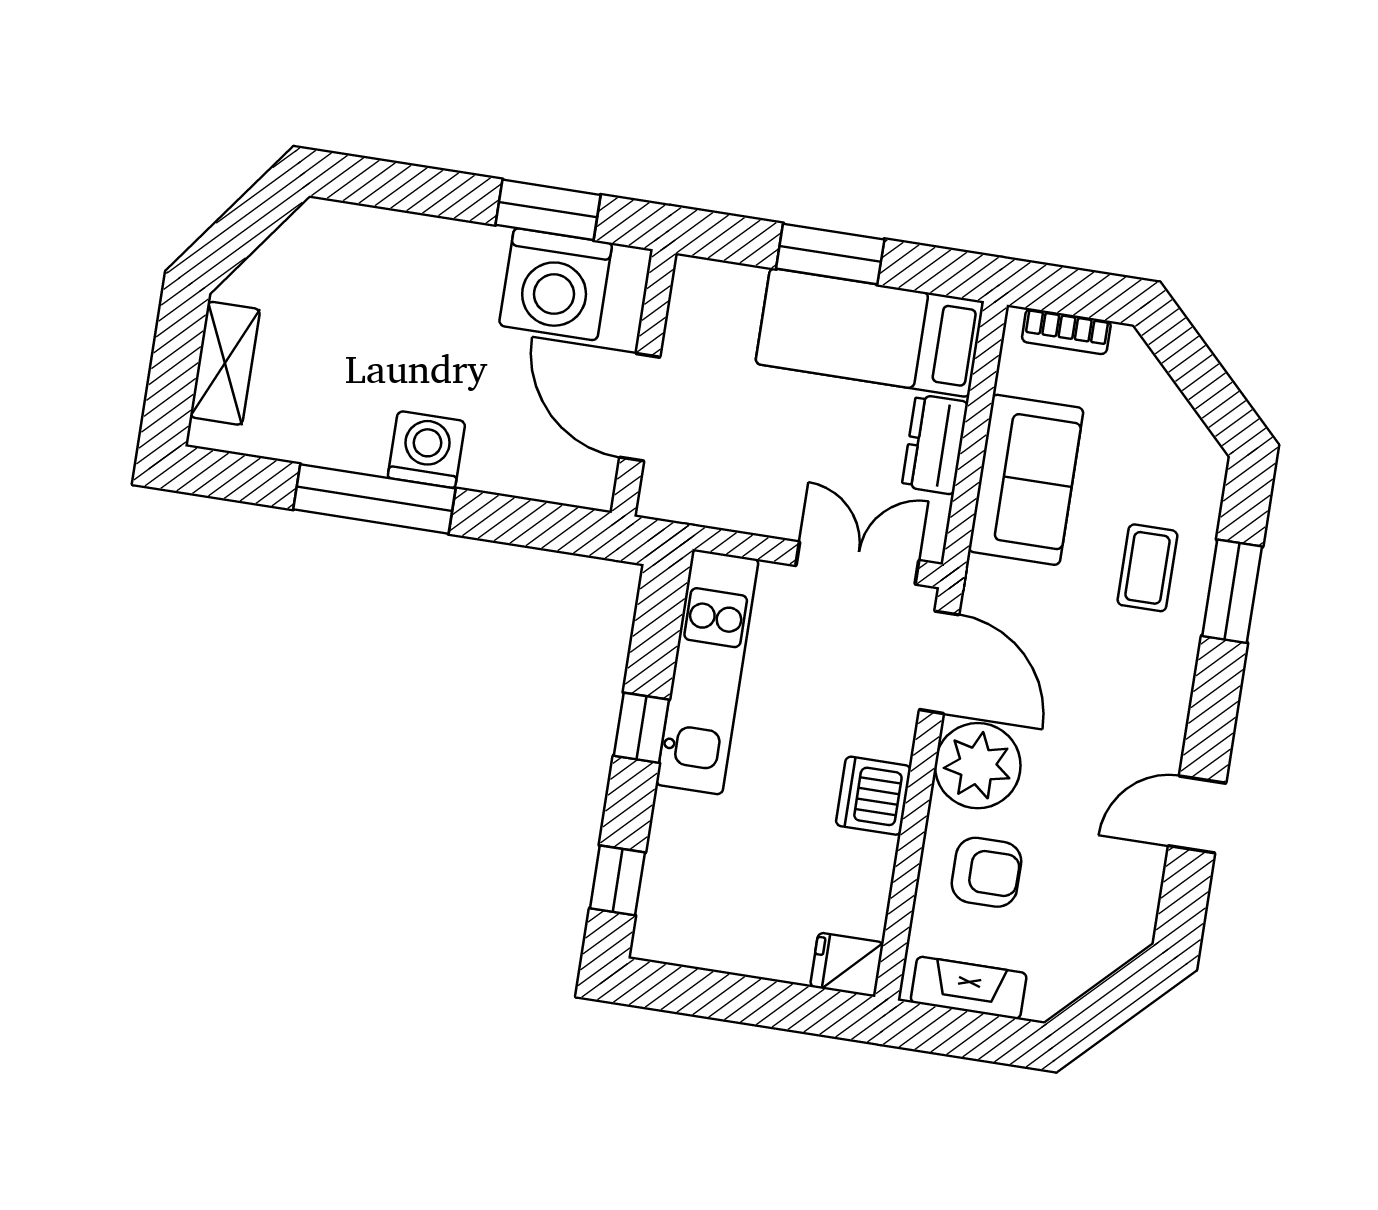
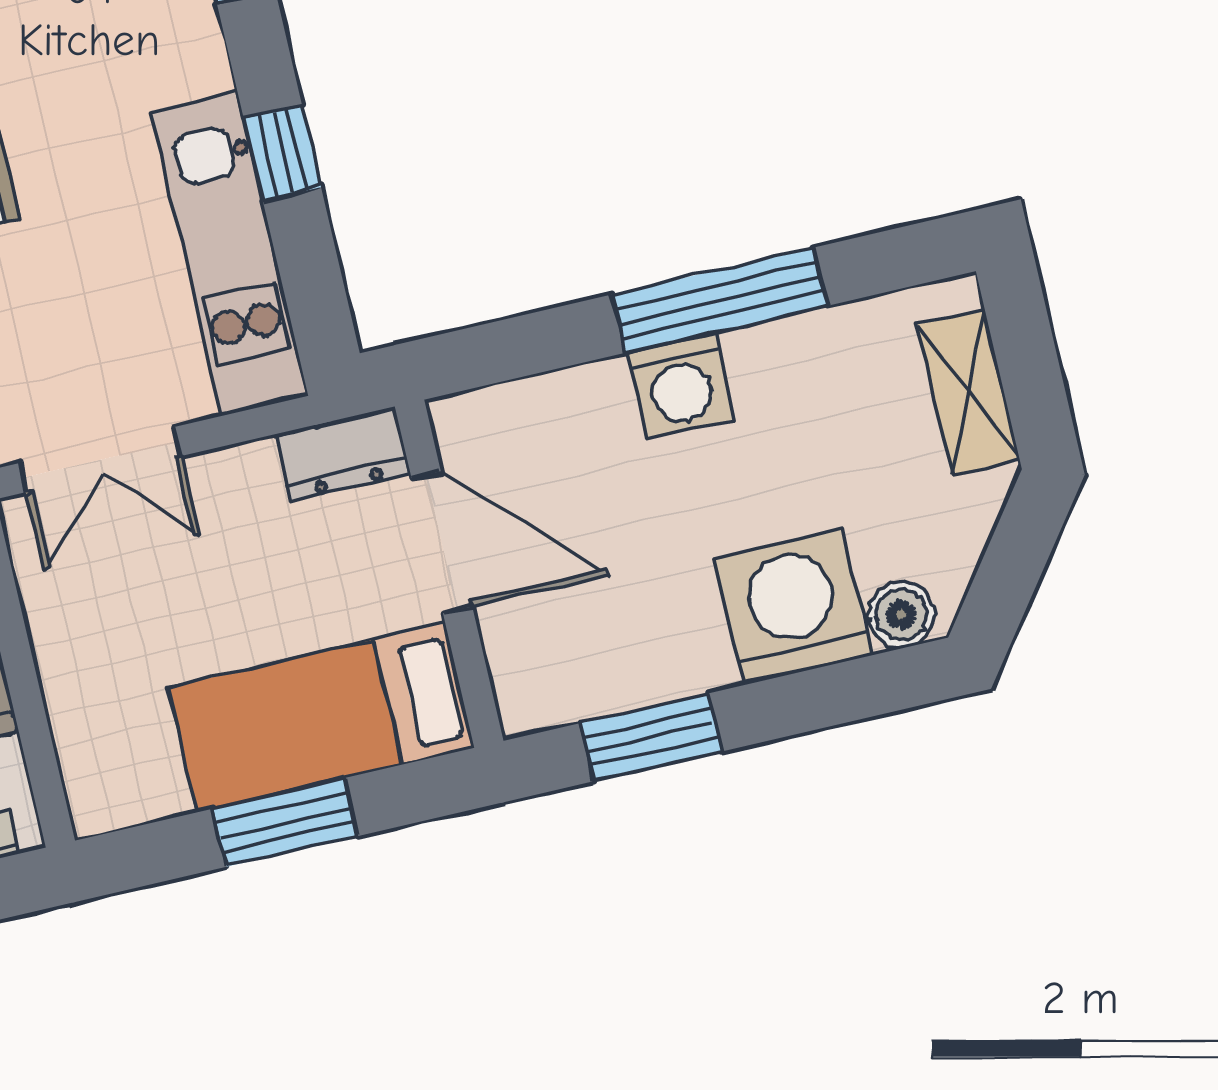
boiler: (336, 225) -> (902, 615), added
washing machine: (556, 284) -> (793, 607), moved
bed: (870, 333) -> (321, 718), moved, turned 180
dresser: (935, 444) -> (343, 454), moved, turned 90

